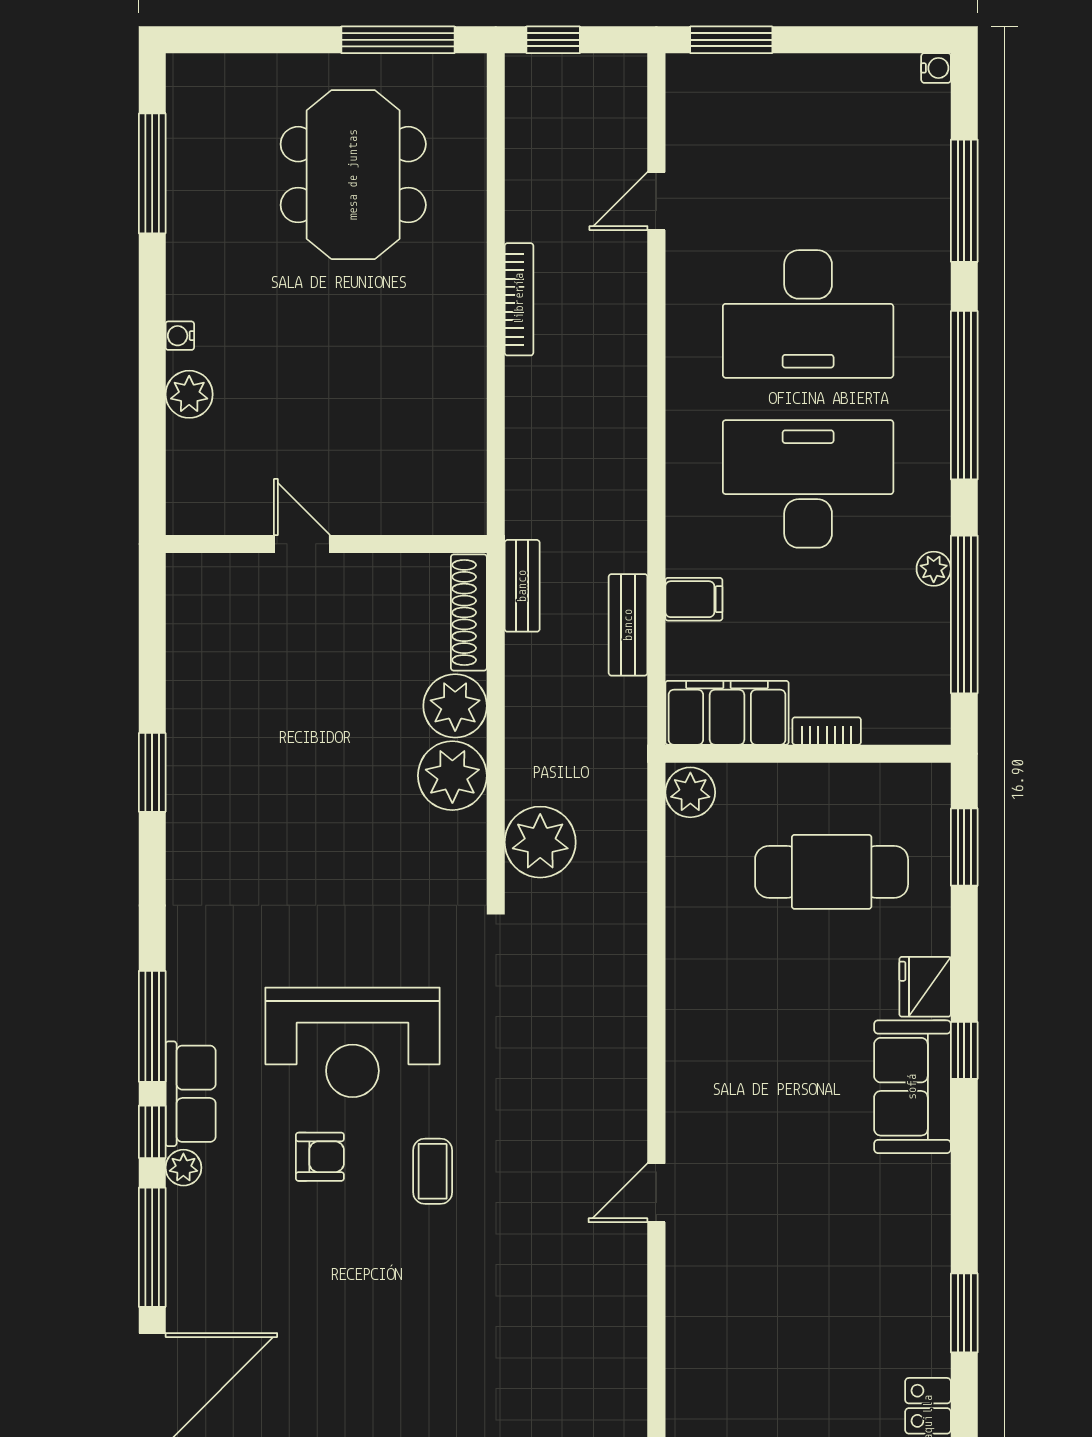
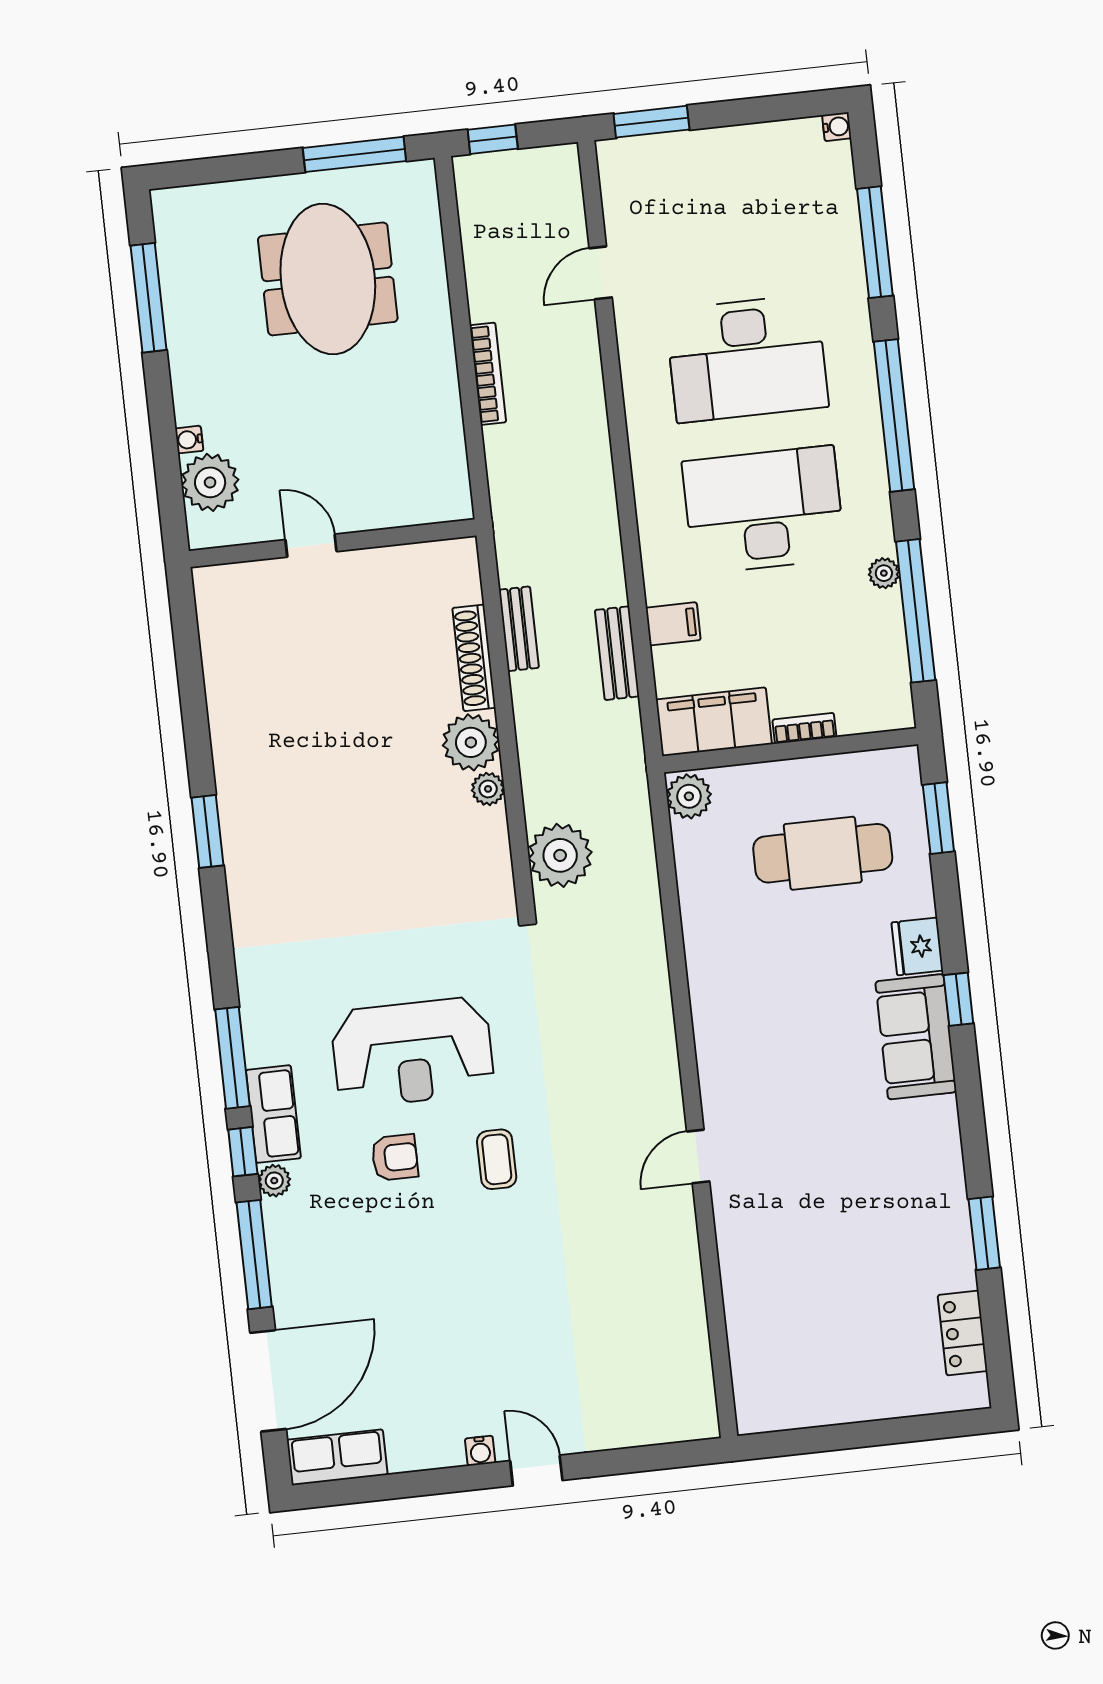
plant: (189, 394) -> (210, 482), width x1.36, depth x1.36
door: (302, 544) -> (311, 546), moved
wall: (326, 544) -> (333, 543), moved
plant: (452, 776) -> (488, 789), width x0.53, depth x0.53

